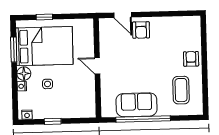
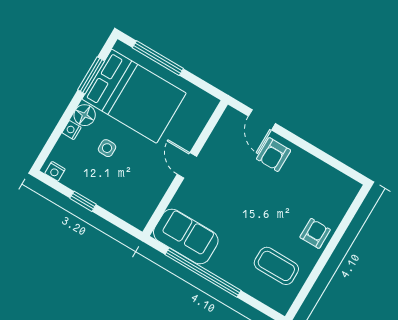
window: (44, 17) -> (158, 58), width x2.17
coffee table: (181, 90) -> (276, 266), turned 90
sofa: (136, 105) -> (186, 236), moved

